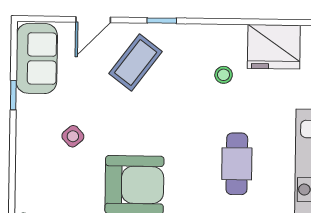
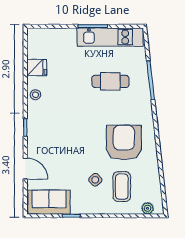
fridge: (274, 47) -> (37, 68), width x0.53, depth x0.75
coffee table: (136, 63) -> (122, 187), moved, turned 53
stool: (224, 75) -> (35, 95), moved

